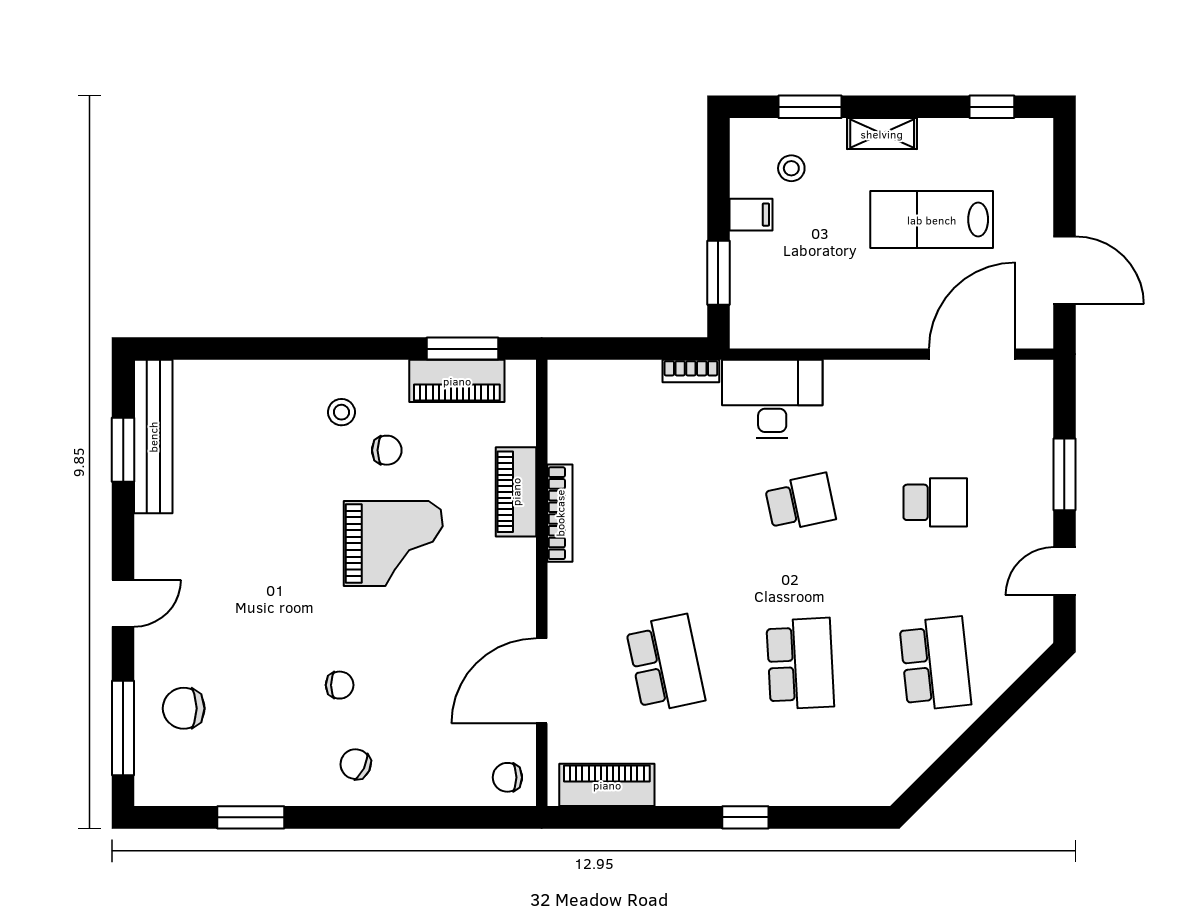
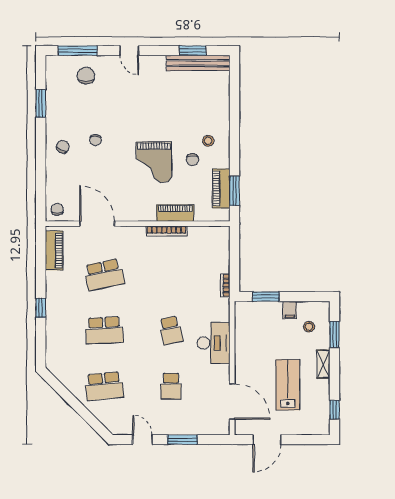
desk: (772, 399) -> (214, 343), moved

